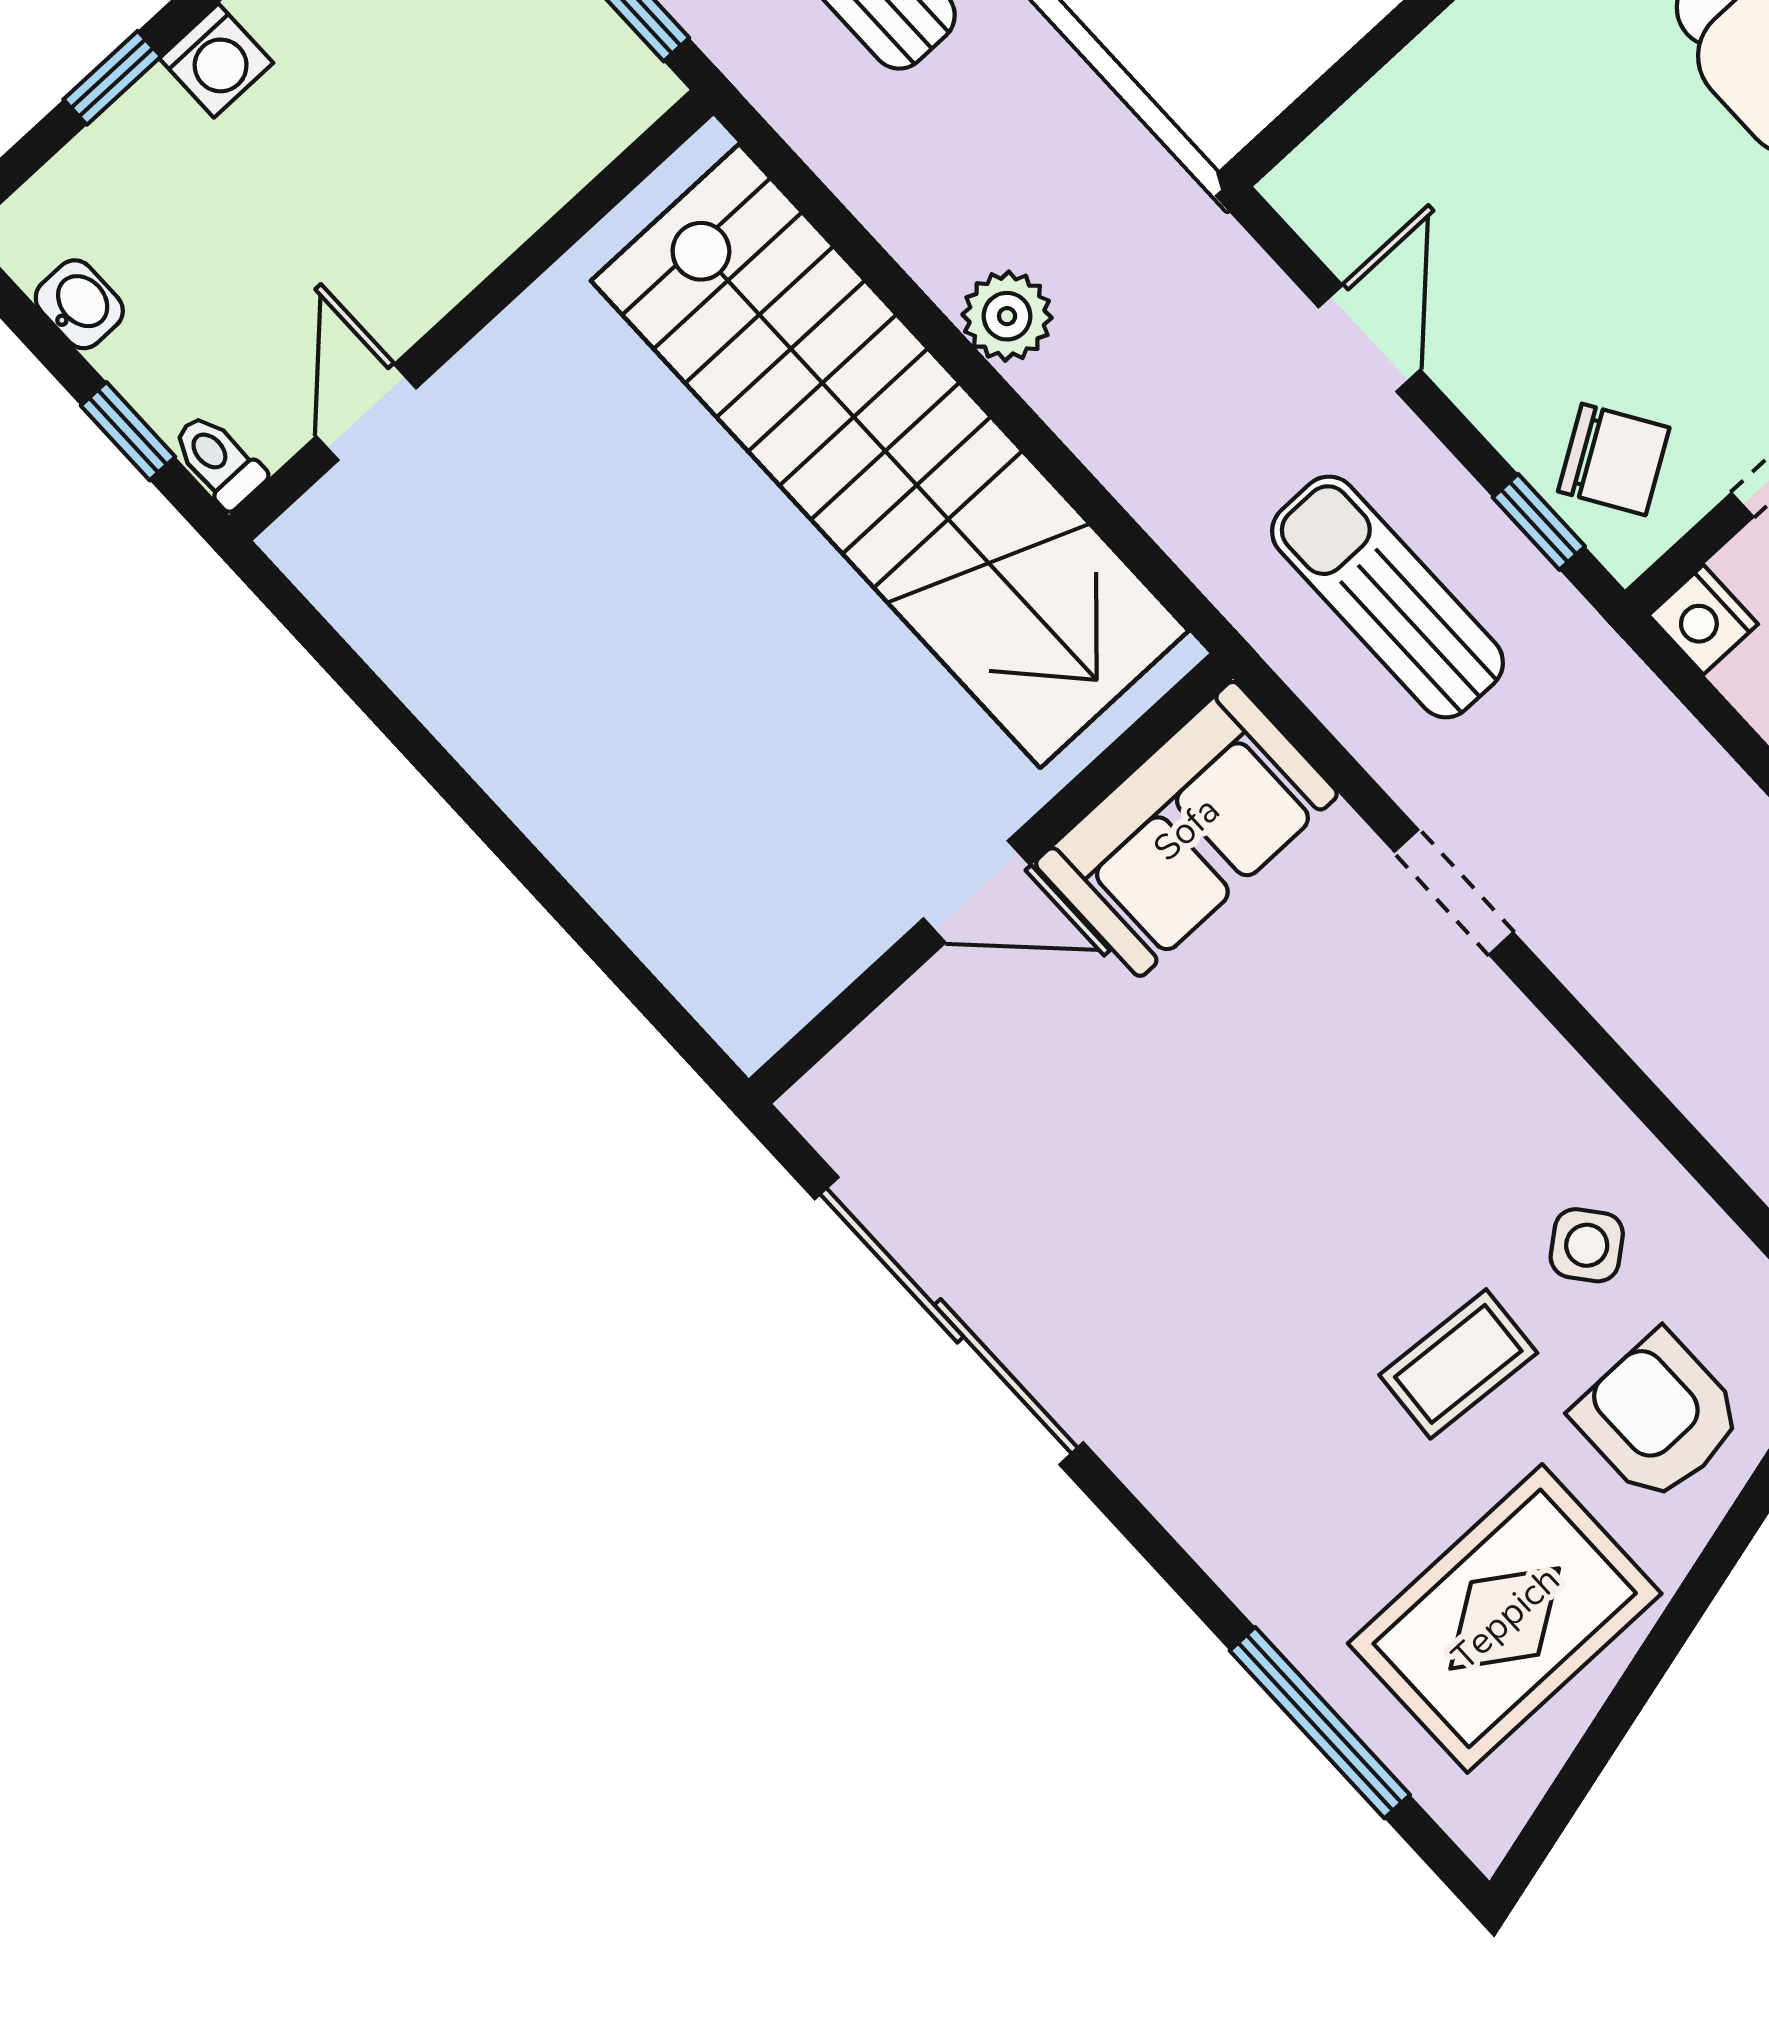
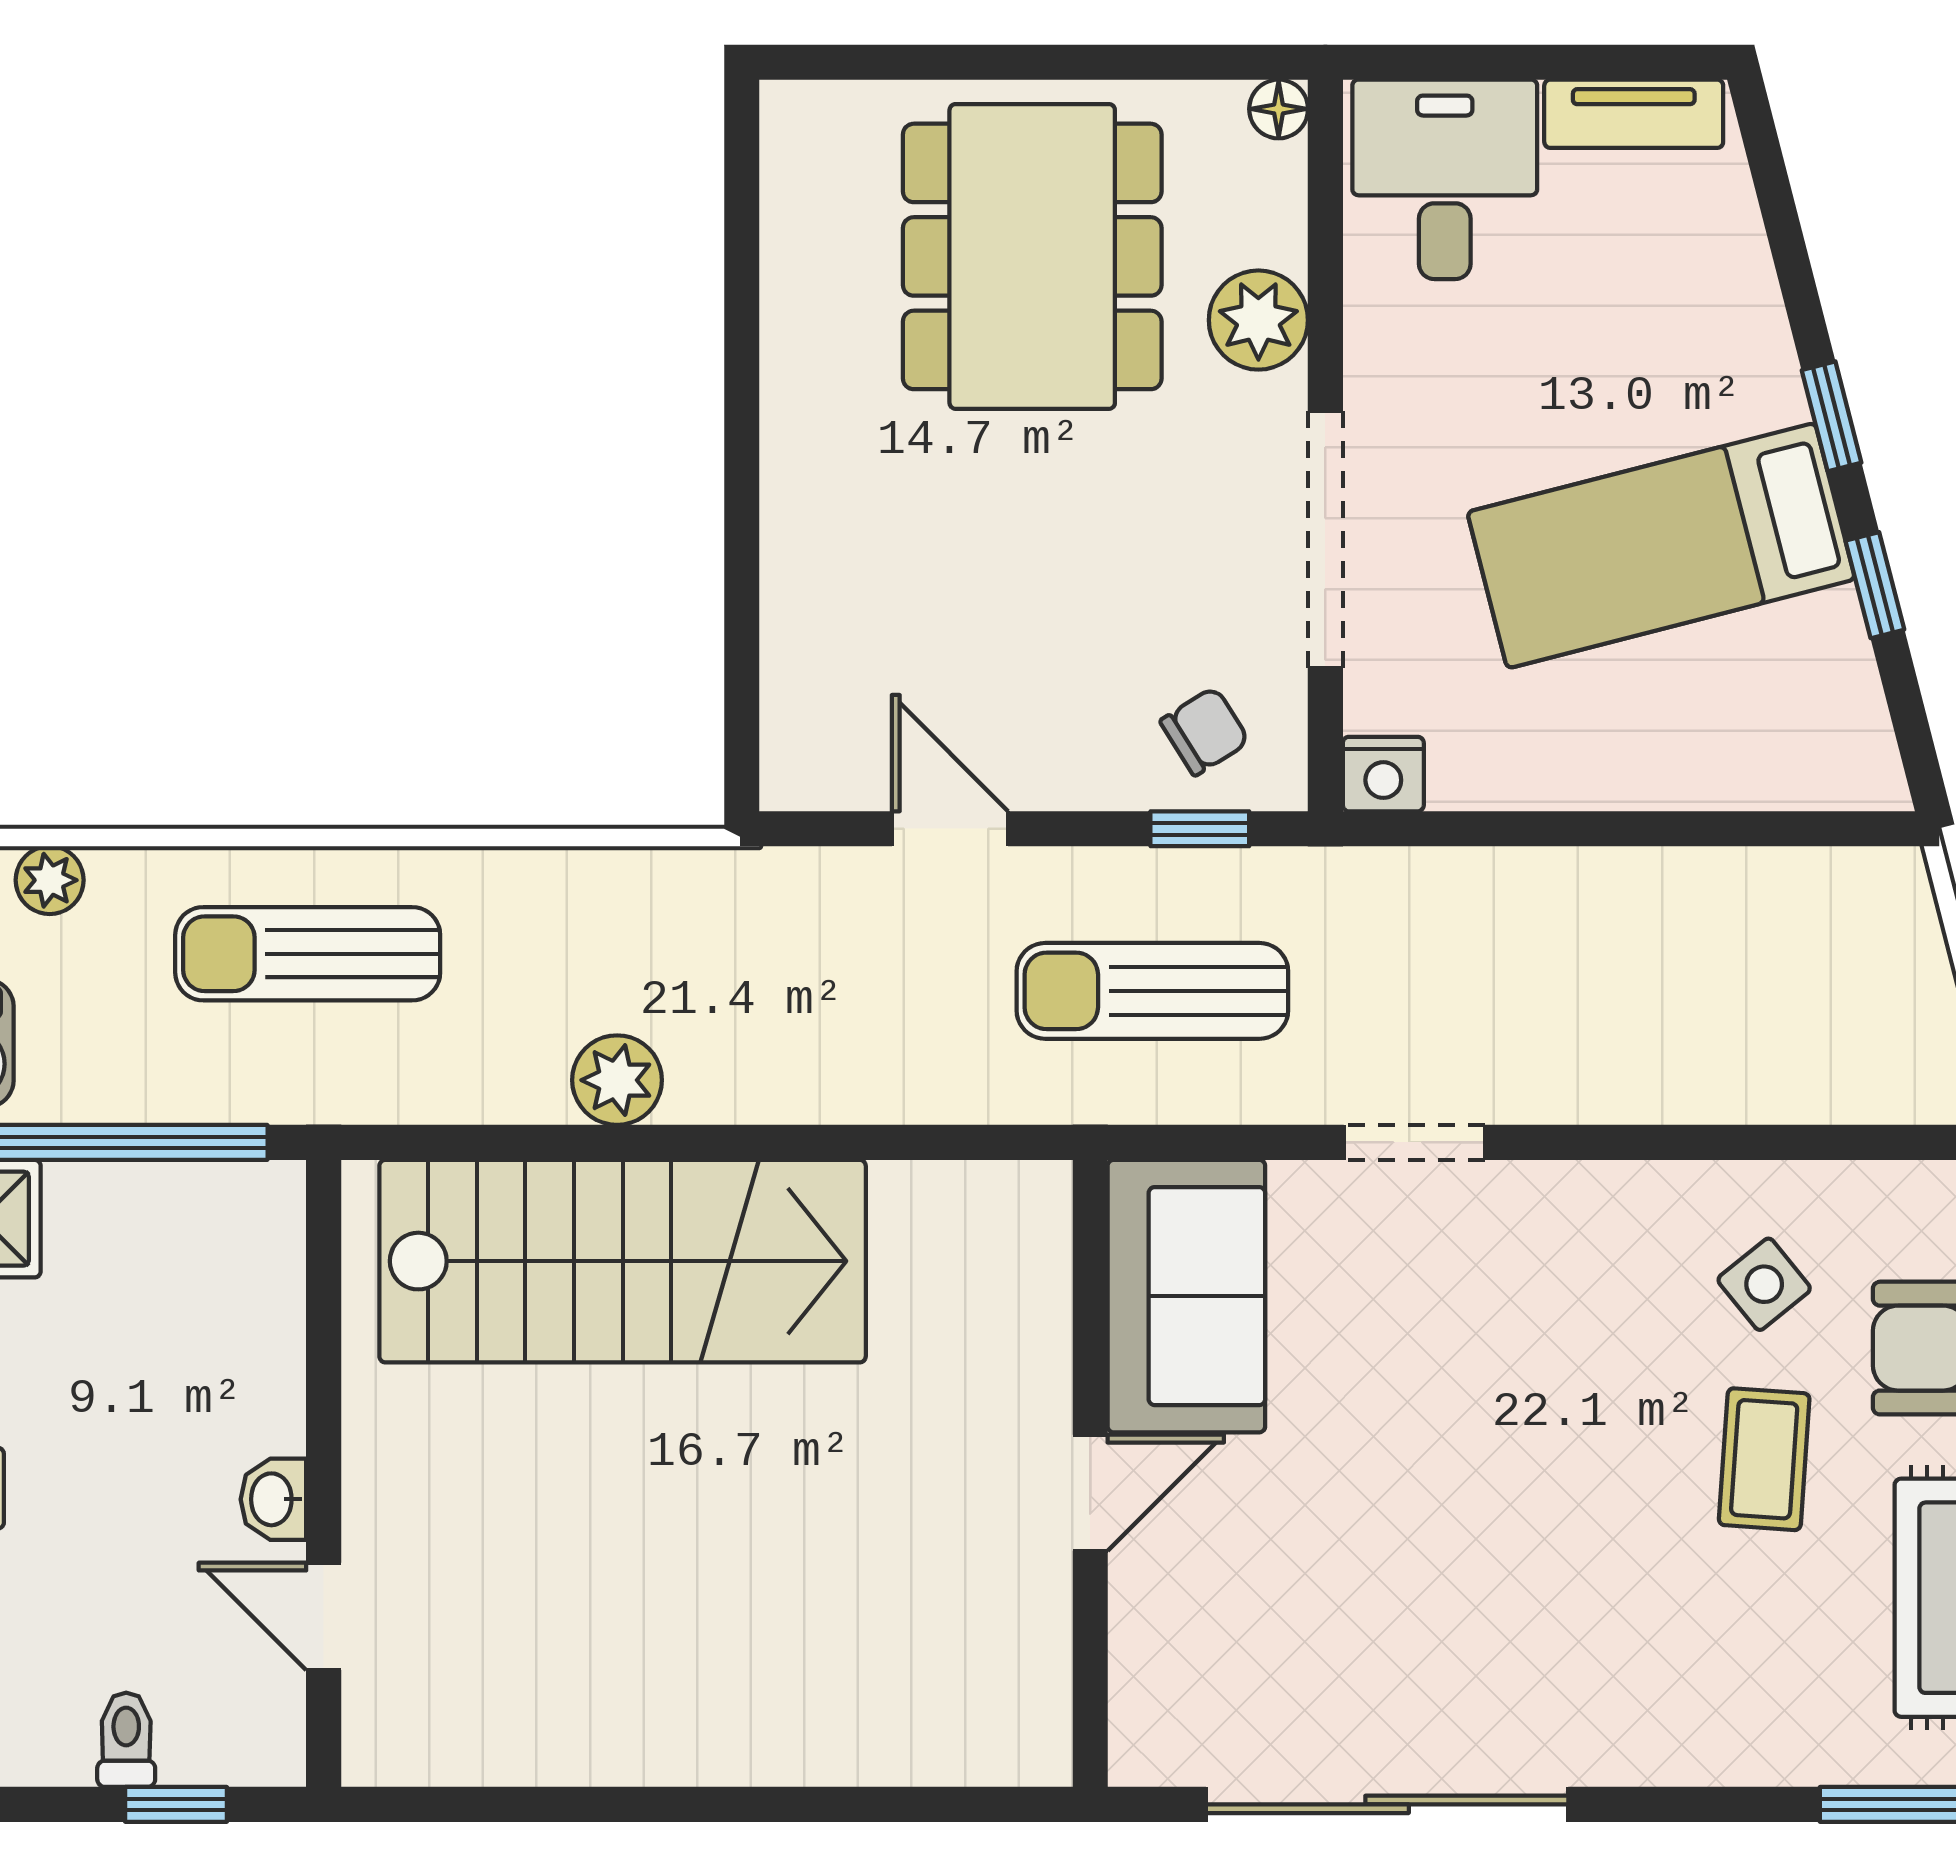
washbasin: (79, 304) -> (273, 1499), moved, turned -90
plant: (1007, 316) -> (617, 1080), moved
stairs: (890, 456) -> (623, 1261), width x0.73
chair: (1614, 459) -> (1205, 731), width x0.73, depth x0.73
toilet: (218, 461) -> (126, 1740), moved, turned 90

